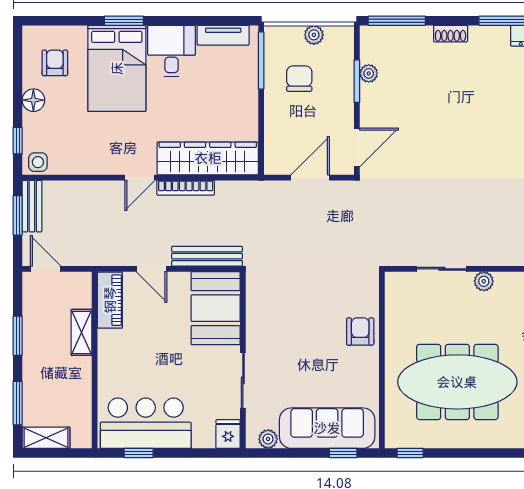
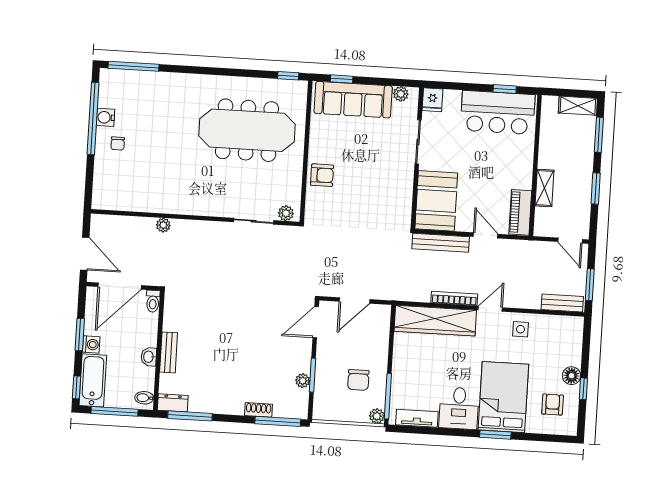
shoe rack: (451, 34) -> (259, 410), moved
plant: (314, 35) -> (377, 416), moved
armchair: (55, 63) -> (553, 404), turned 180
window: (18, 141) -> (583, 389), moved
side table: (38, 162) -> (520, 329), moved
bench: (32, 206) -> (562, 303), moved, turned 90
plant: (484, 281) -> (286, 213), moved
armchair: (360, 331) -> (322, 175), turned -90

